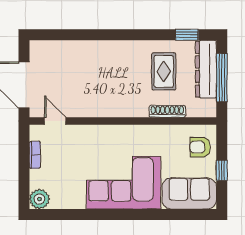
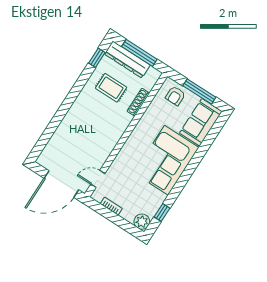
window: (222, 170) -> (199, 92), width x2.17
window: (64, 215) -> (162, 212), added

